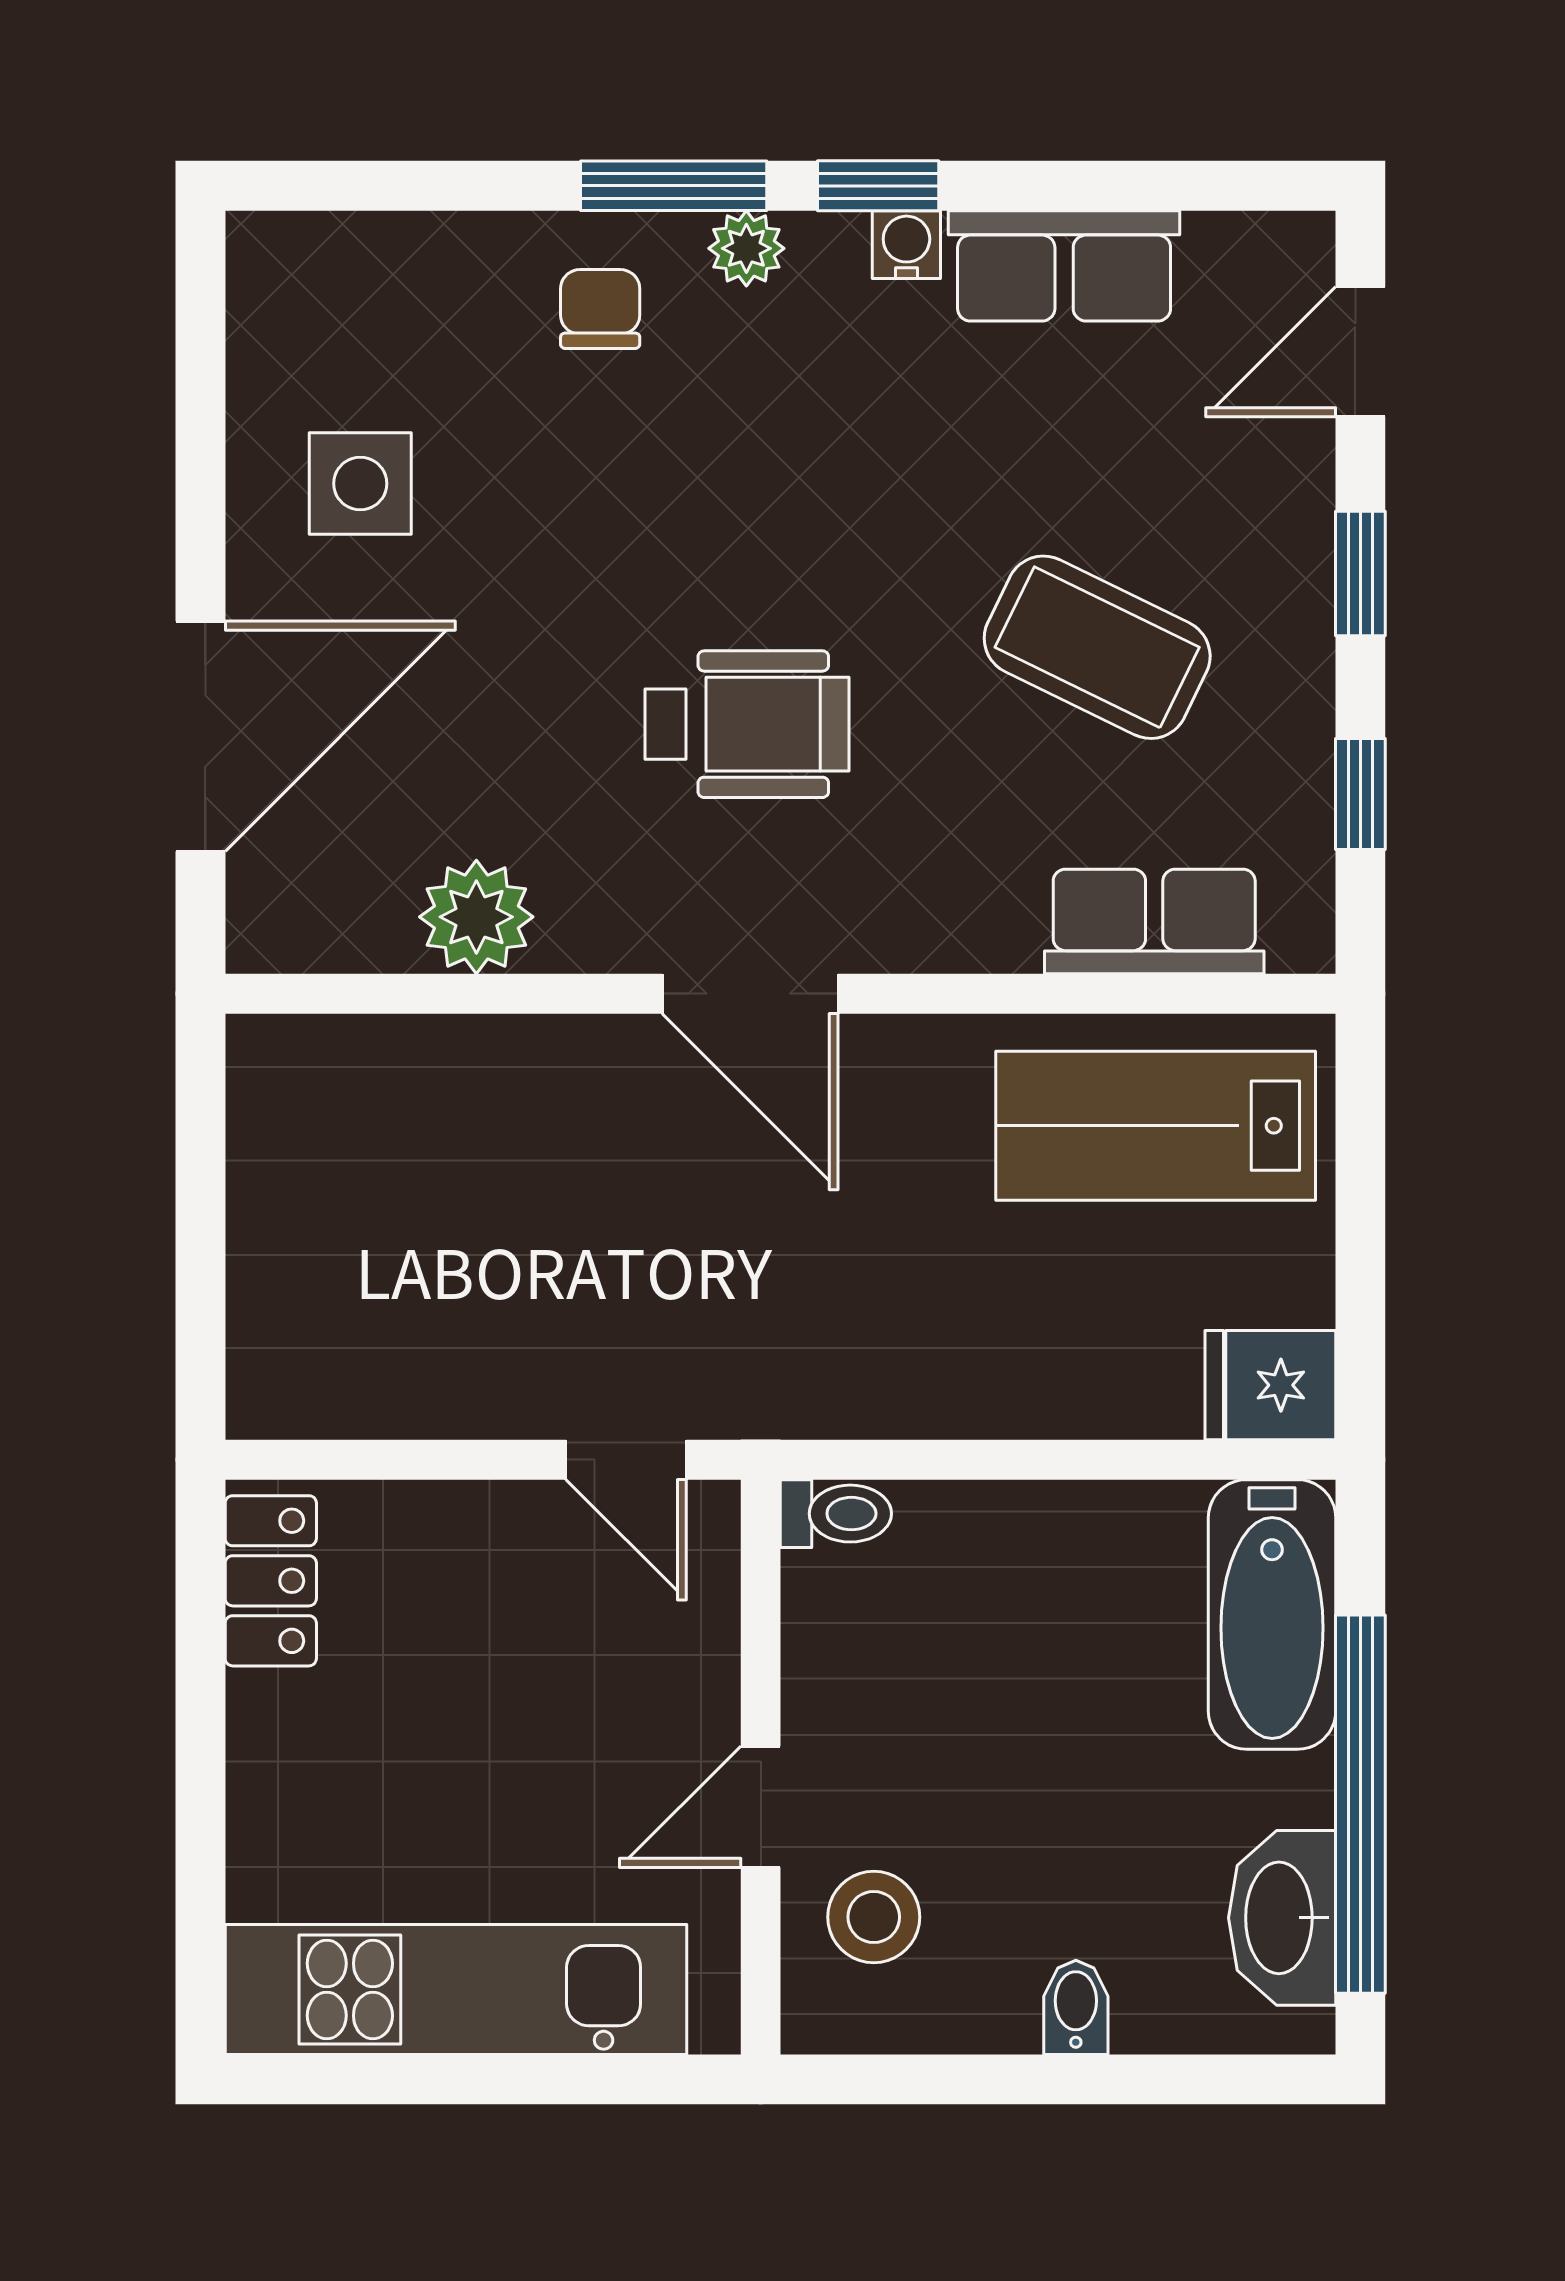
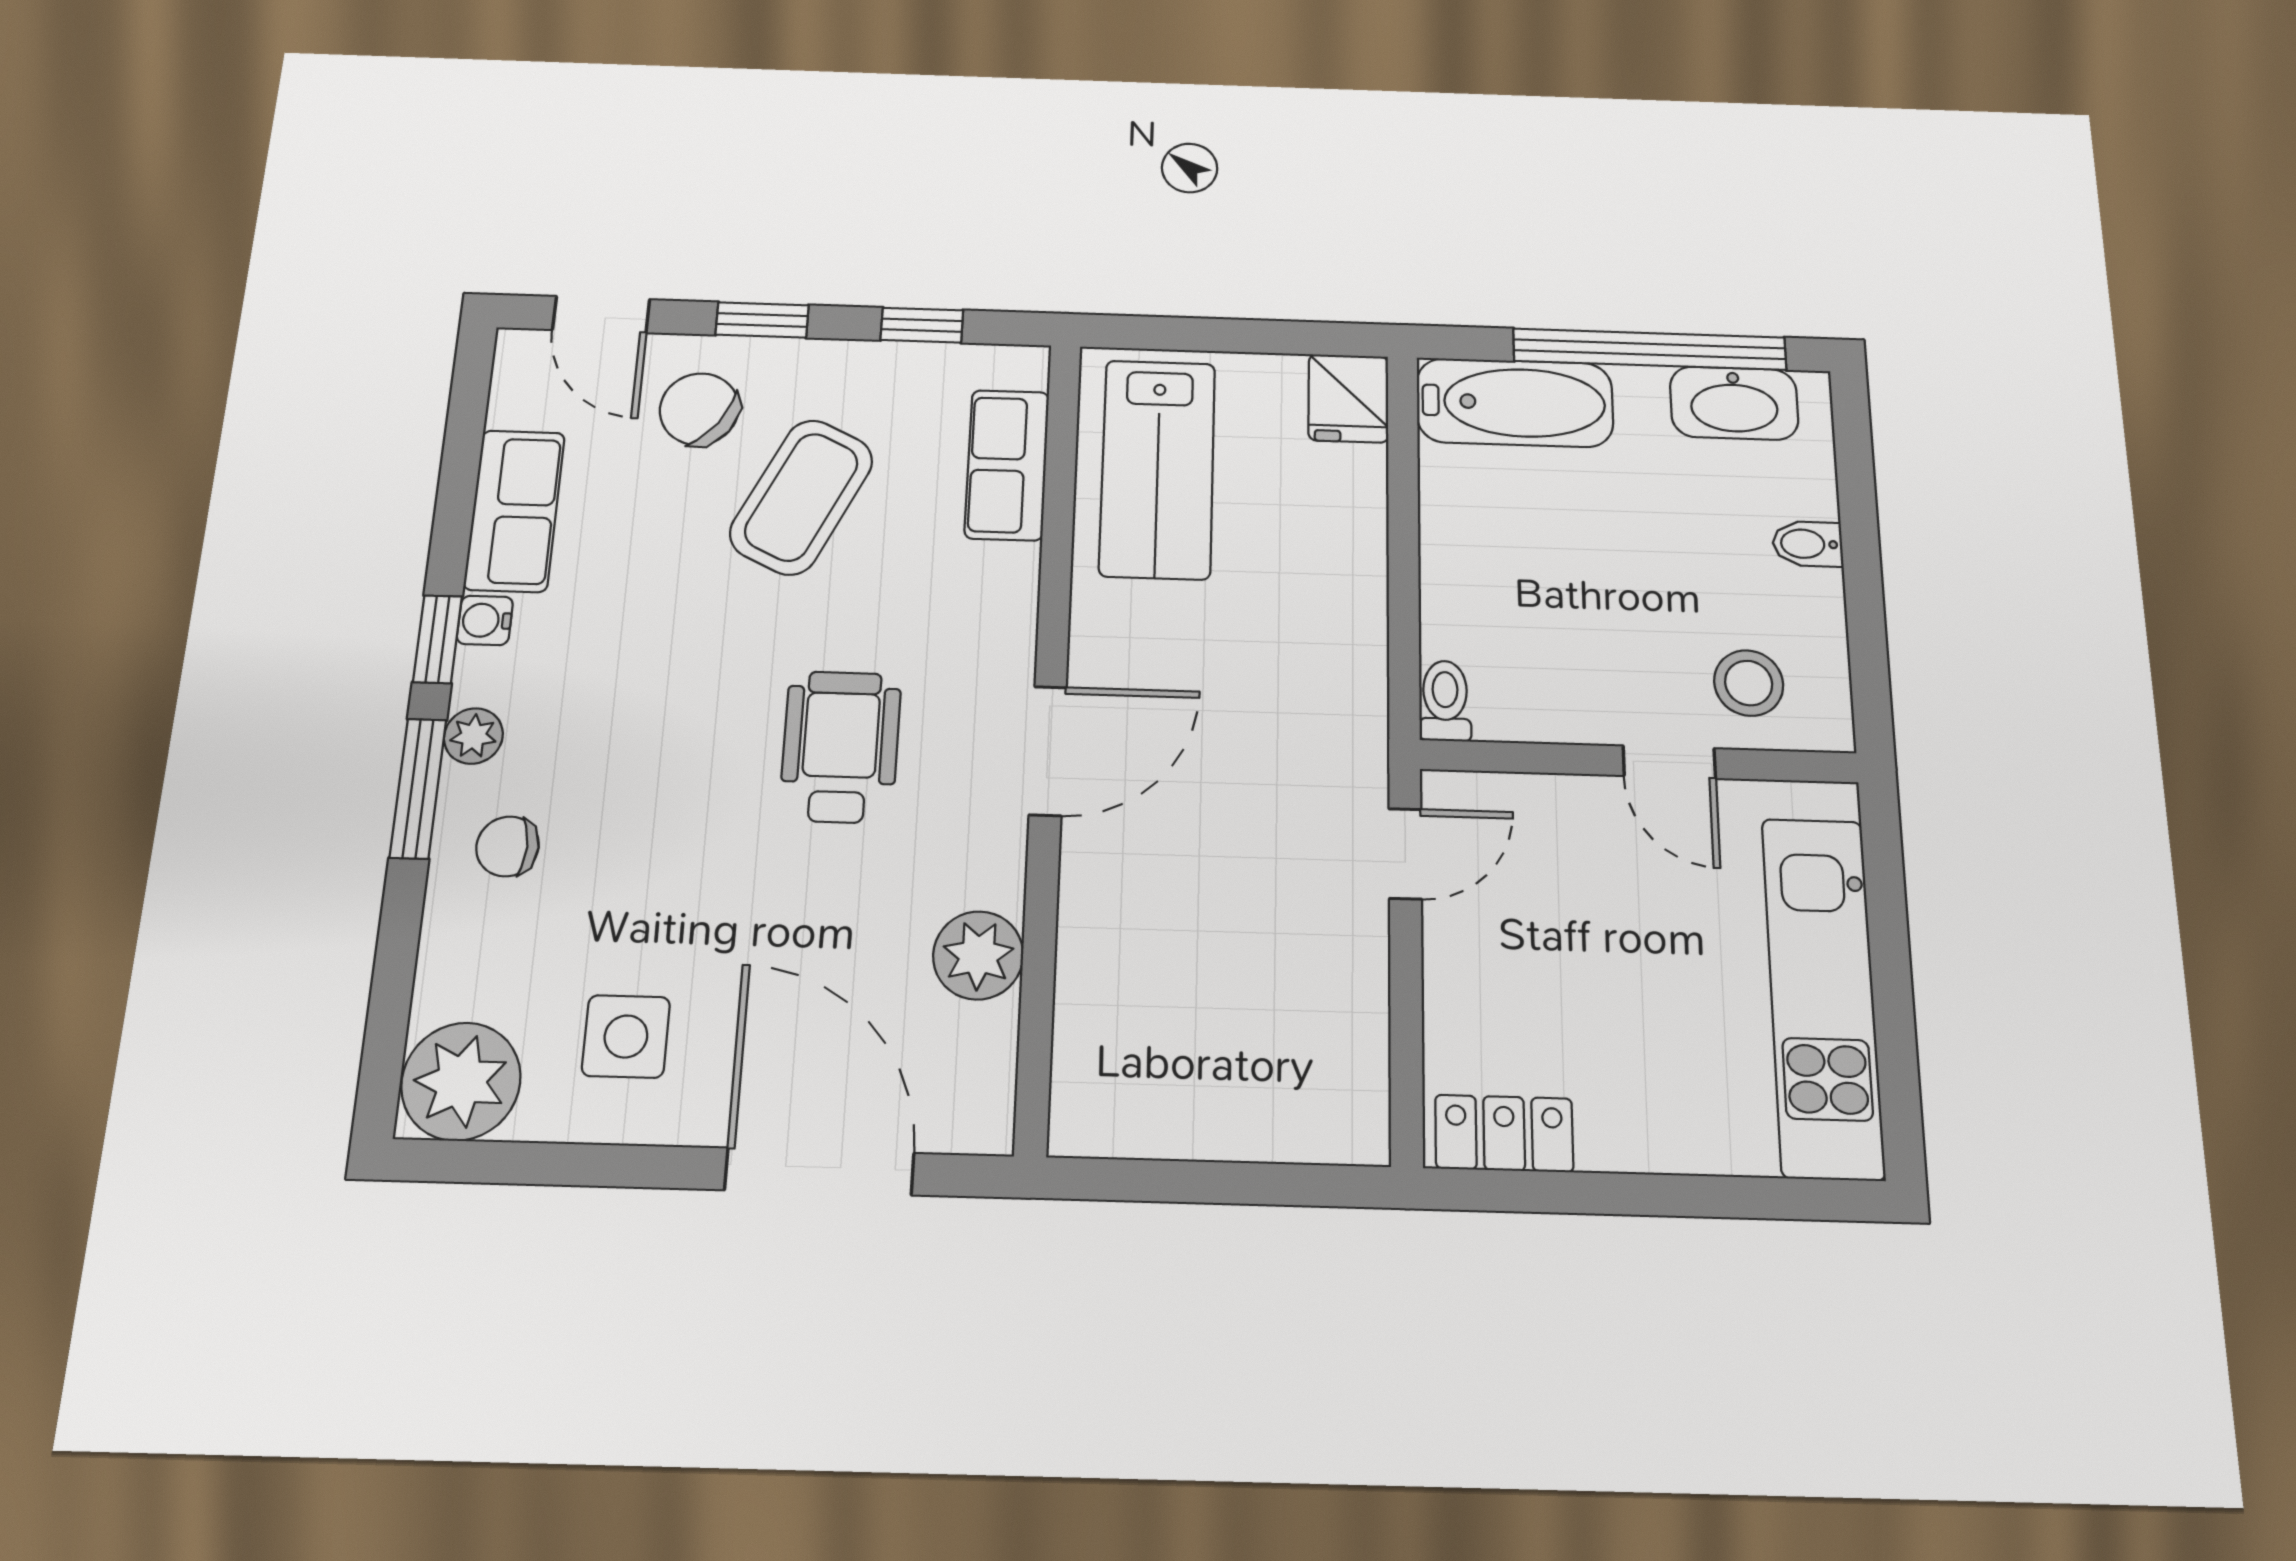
plant: (298, 286) -> (461, 1081), added
chair: (1222, 499) -> (699, 409), added

